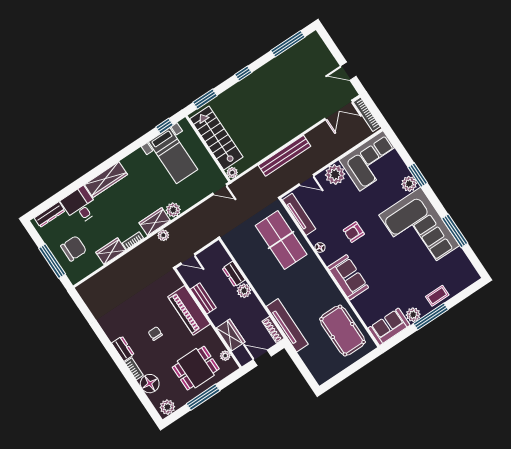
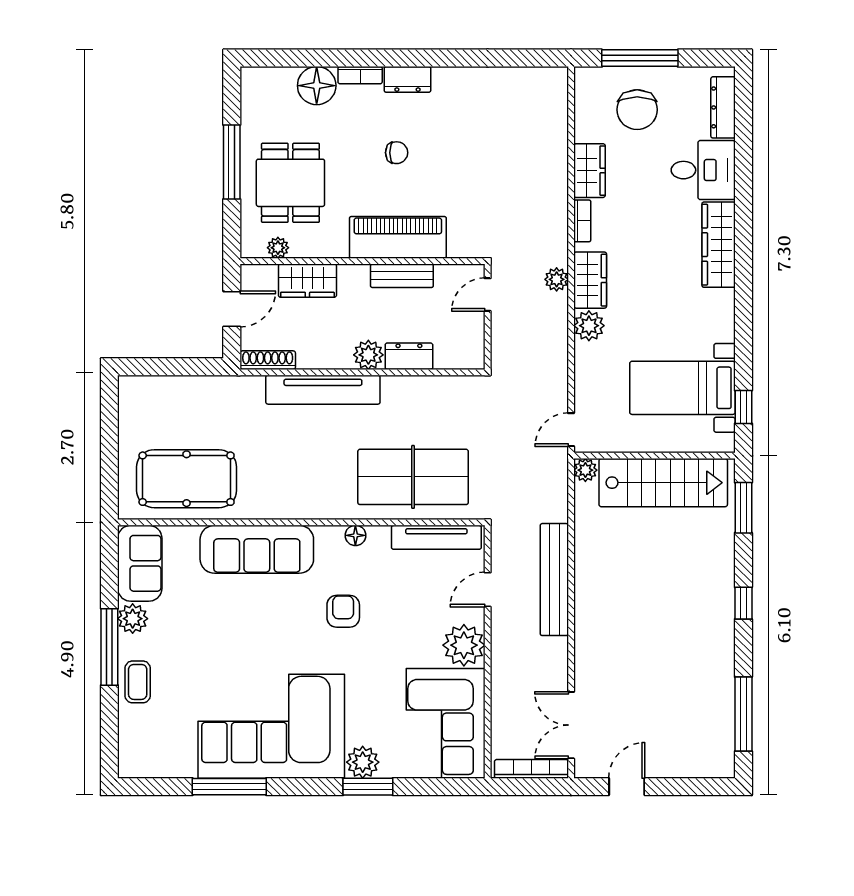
sofa: (348, 277) -> (257, 549), width x1.36
tv unit: (287, 325) -> (323, 390), moved
plant: (167, 407) -> (256, 89), removed

